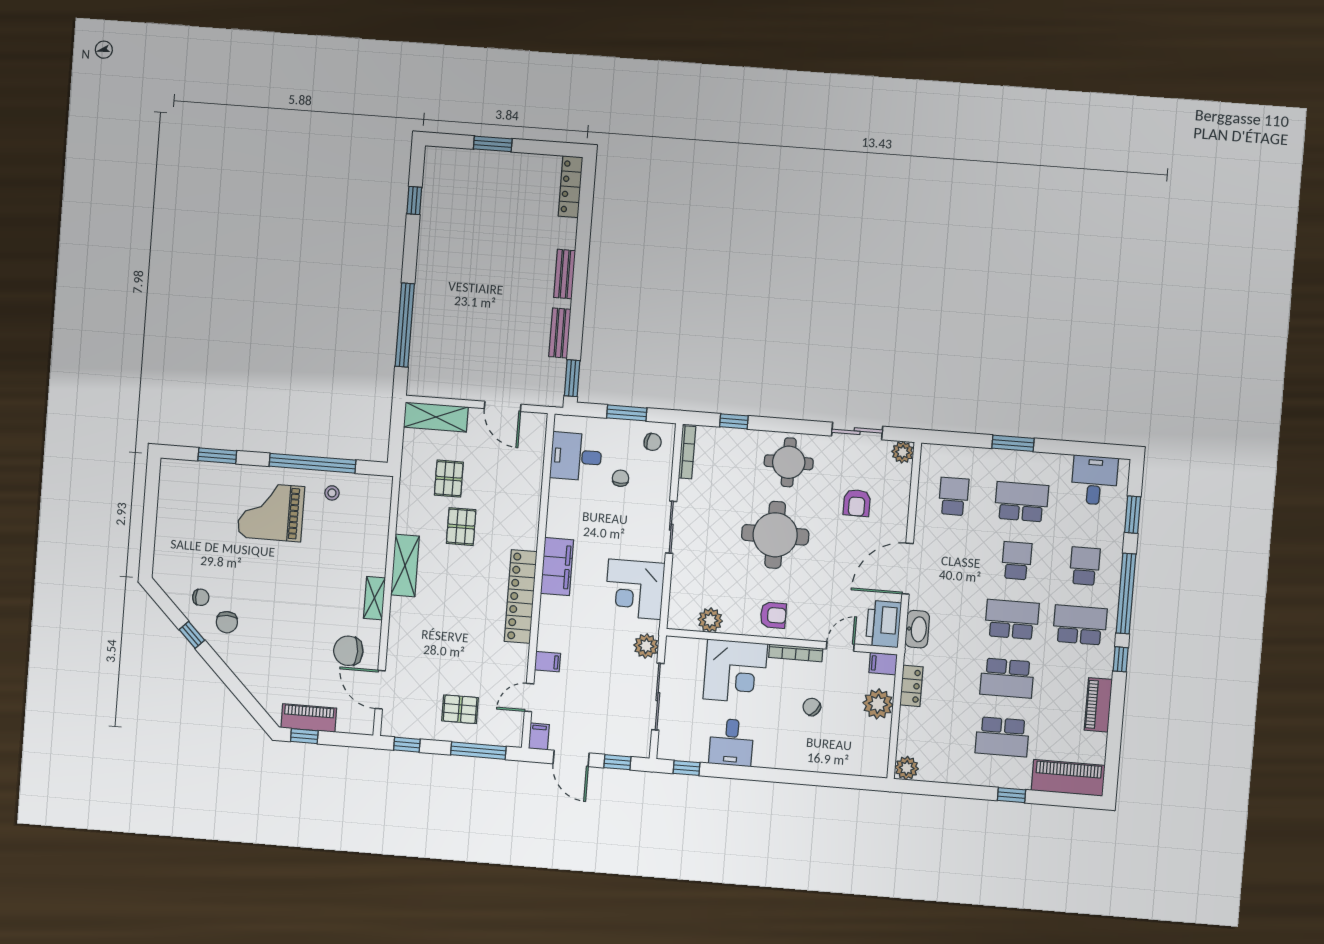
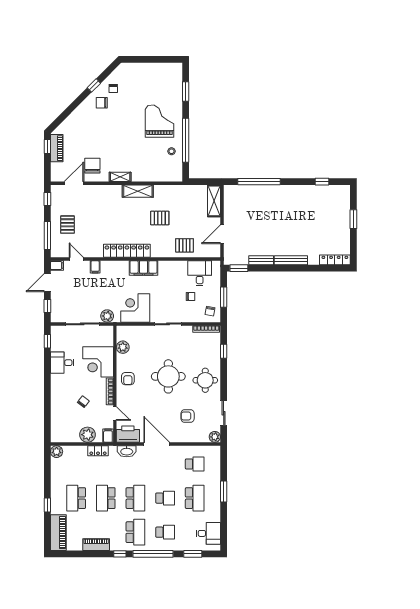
bench: (565, 274) -> (291, 260), width x1.36
pallet: (449, 479) -> (185, 245), moved

